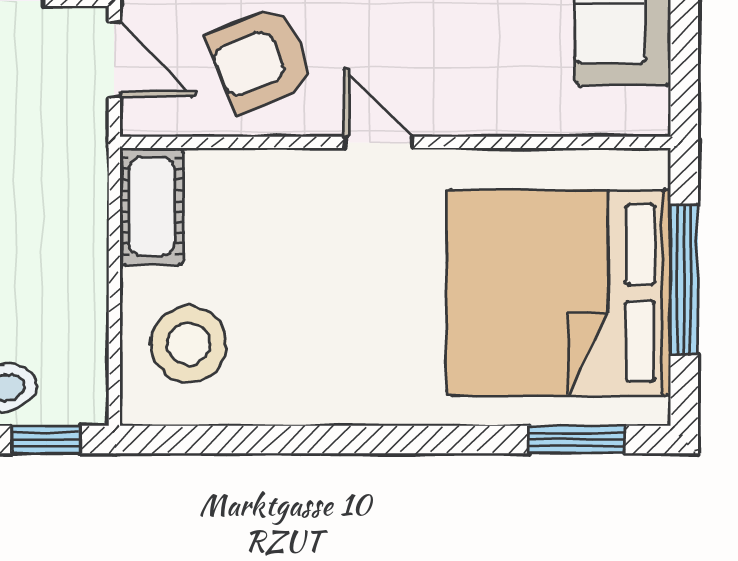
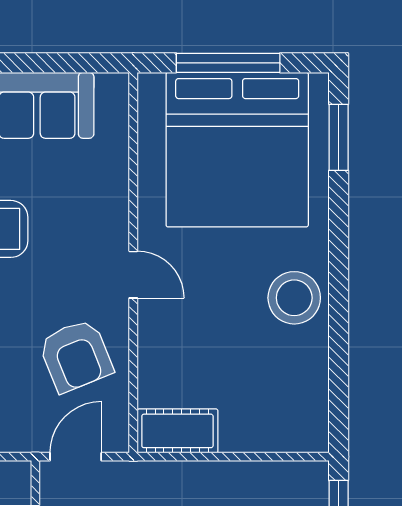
door: (378, 142) -> (133, 275), swing flipped
stool: (189, 344) -> (294, 298), moved

